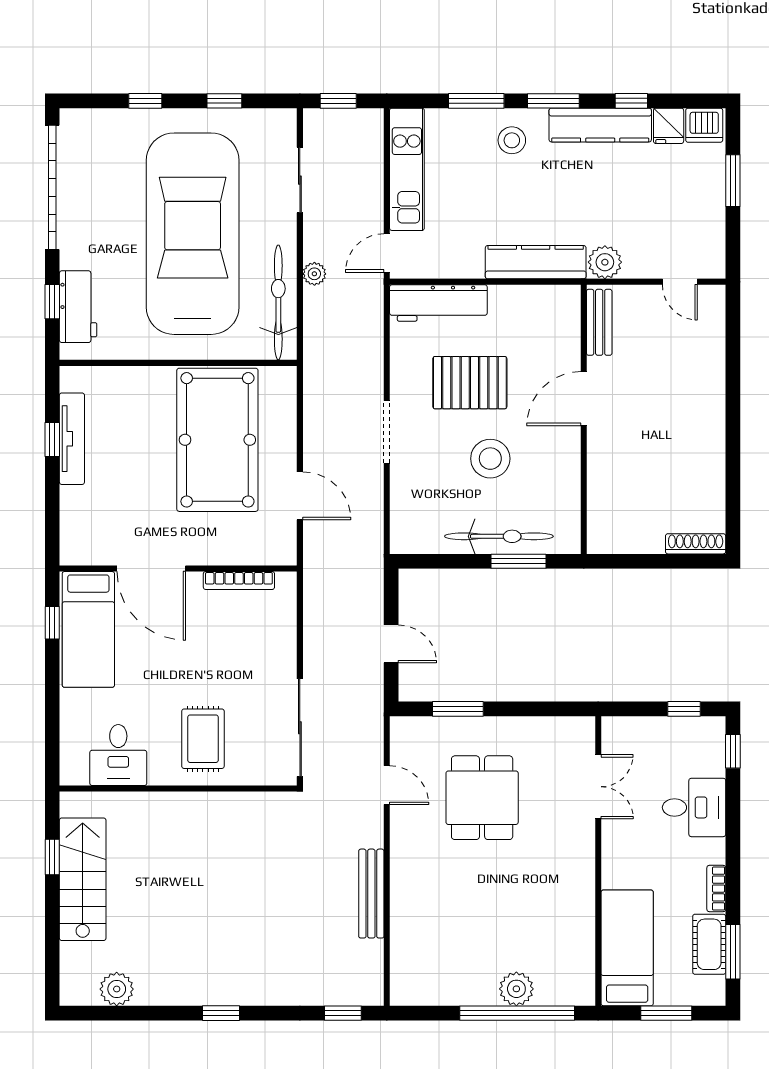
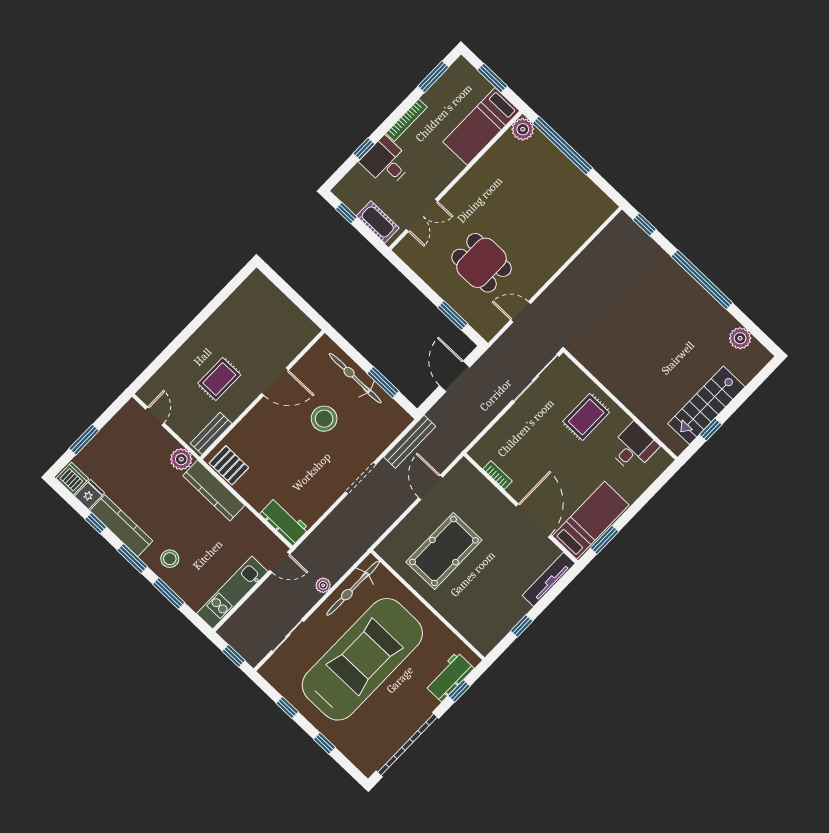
car: (193, 234) -> (362, 659), turned 180
workbench: (438, 303) -> (284, 521), width x0.73
pallet: (470, 383) -> (229, 465), moved, width x0.67, depth x0.71
rug: (648, 391) -> (219, 379), added
door: (584, 399) -> (275, 382), moved
tv unit: (72, 439) -> (549, 579), moved
pool table: (217, 440) -> (444, 551), width x0.73, depth x0.76
shoe rack: (696, 544) -> (266, 286), removed
window: (518, 561) -> (383, 382), moved
bookcase: (239, 580) -> (498, 475), width x0.64
window: (52, 623) -> (605, 540), width x1.50
door: (391, 644) -> (455, 376), width x1.38
window: (733, 751) -> (364, 149), moved
door: (387, 785) -> (521, 312), hinge flipped
double door: (598, 787) -> (422, 215), swing flipped
dining table: (482, 798) -> (482, 263), turned 90
bookcase: (716, 889) -> (406, 120), width x1.56
bench: (371, 894) -> (410, 442), moved
cot: (709, 944) -> (378, 222), moved, turned 90
plant: (516, 989) -> (523, 129), moved
window: (221, 1013) -> (702, 280), width x3.17

